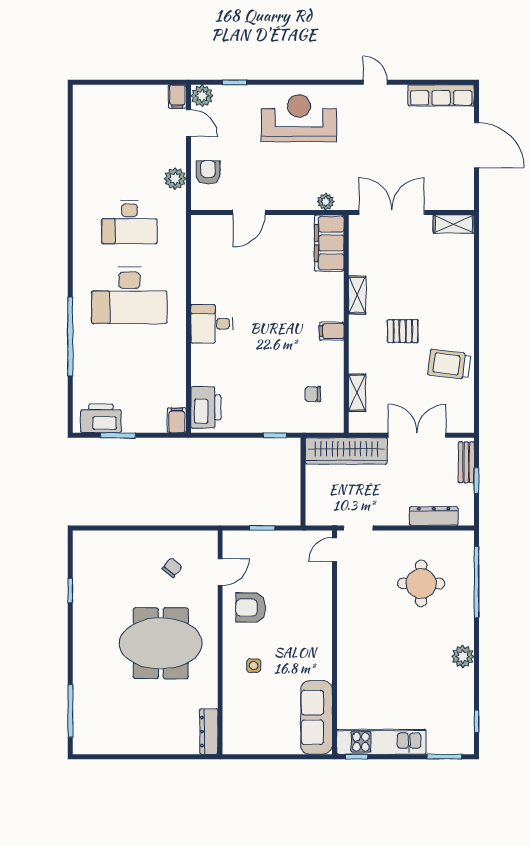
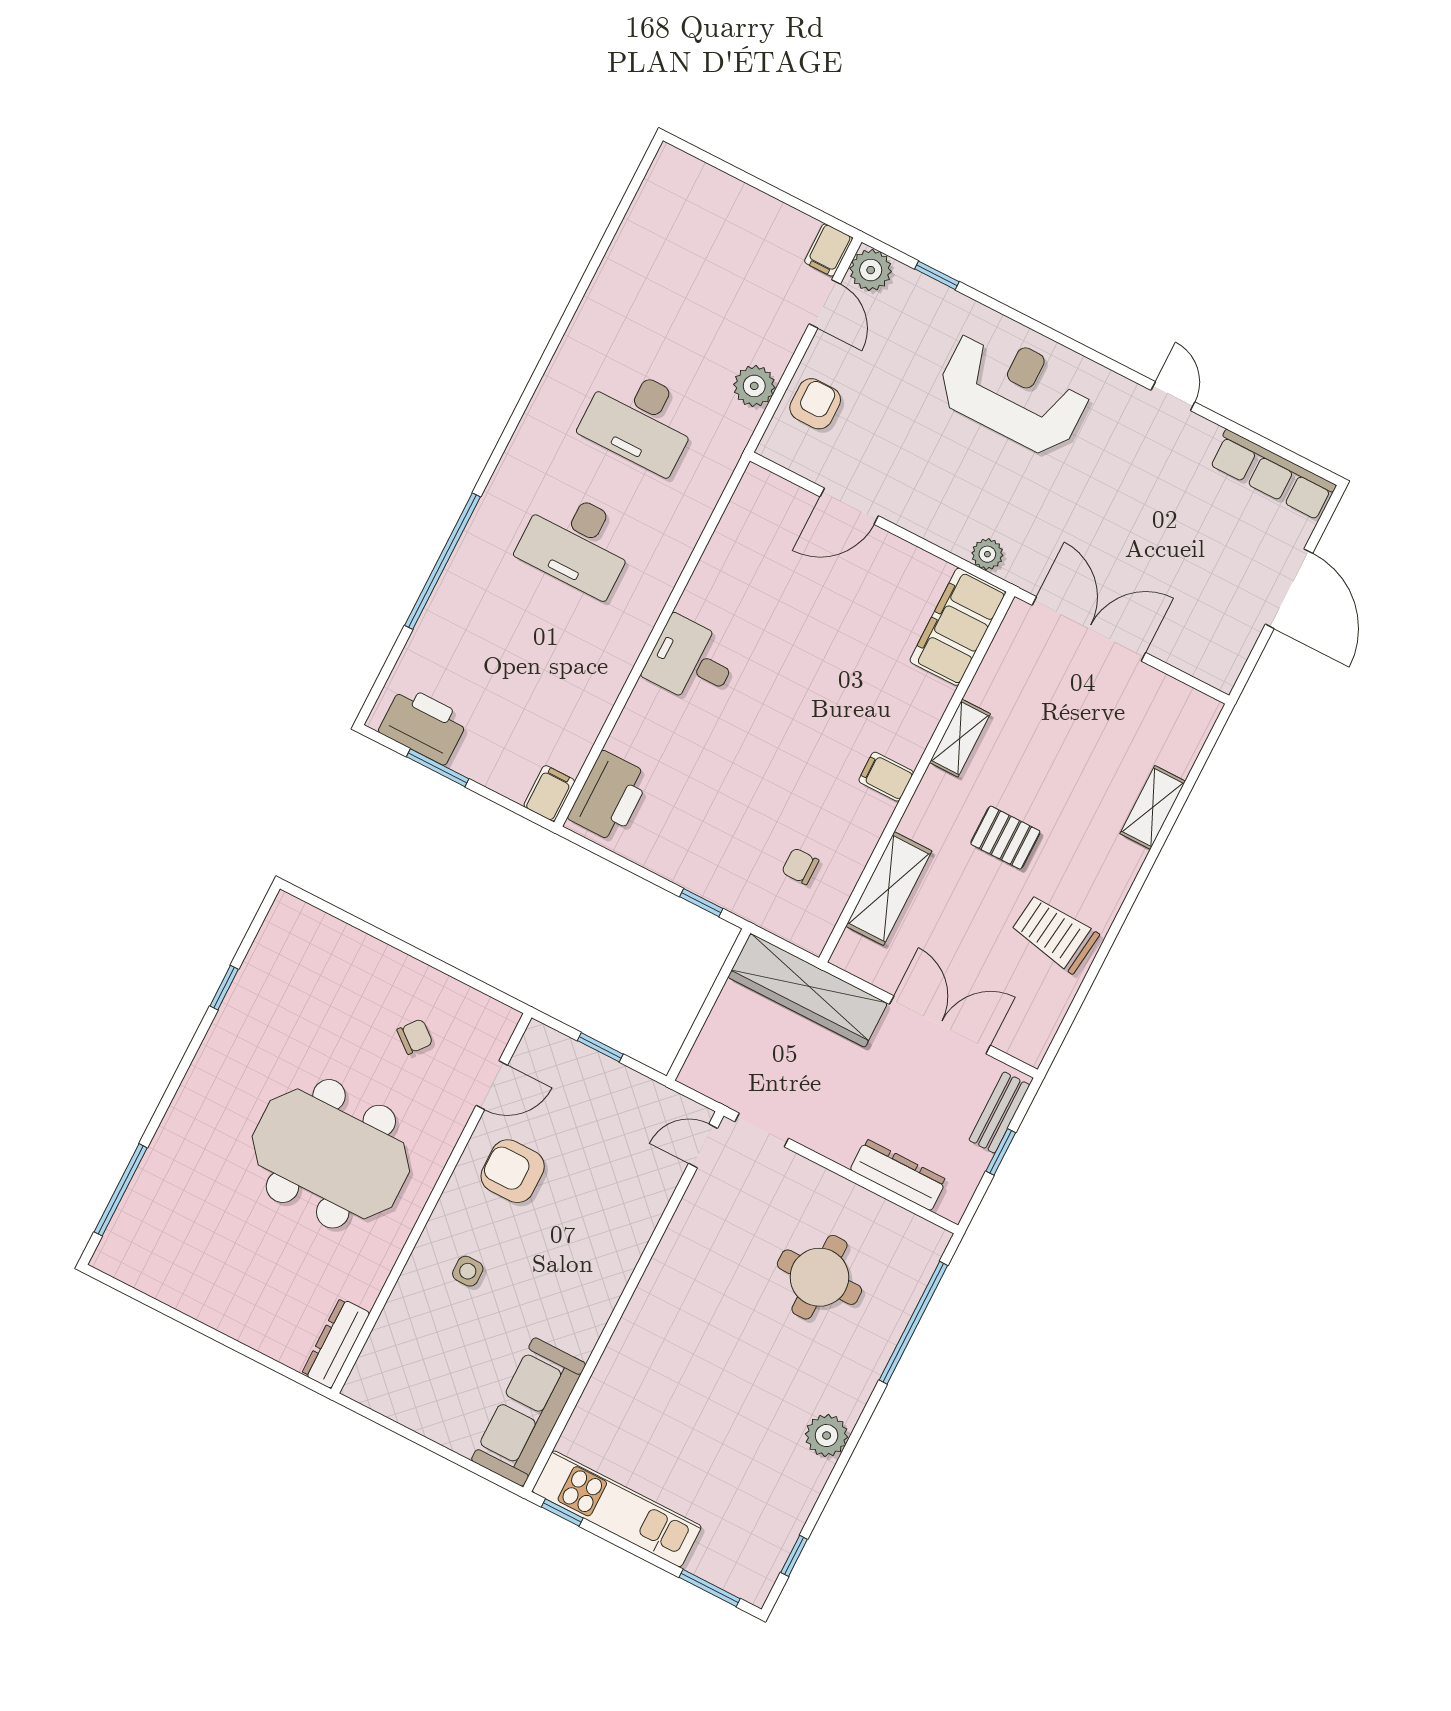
shelving: (454, 224) -> (1153, 807), moved, turned 90
desk: (129, 295) -> (577, 543), width x0.73, depth x0.77
shelving: (357, 393) -> (889, 889), width x1.50, depth x1.33

